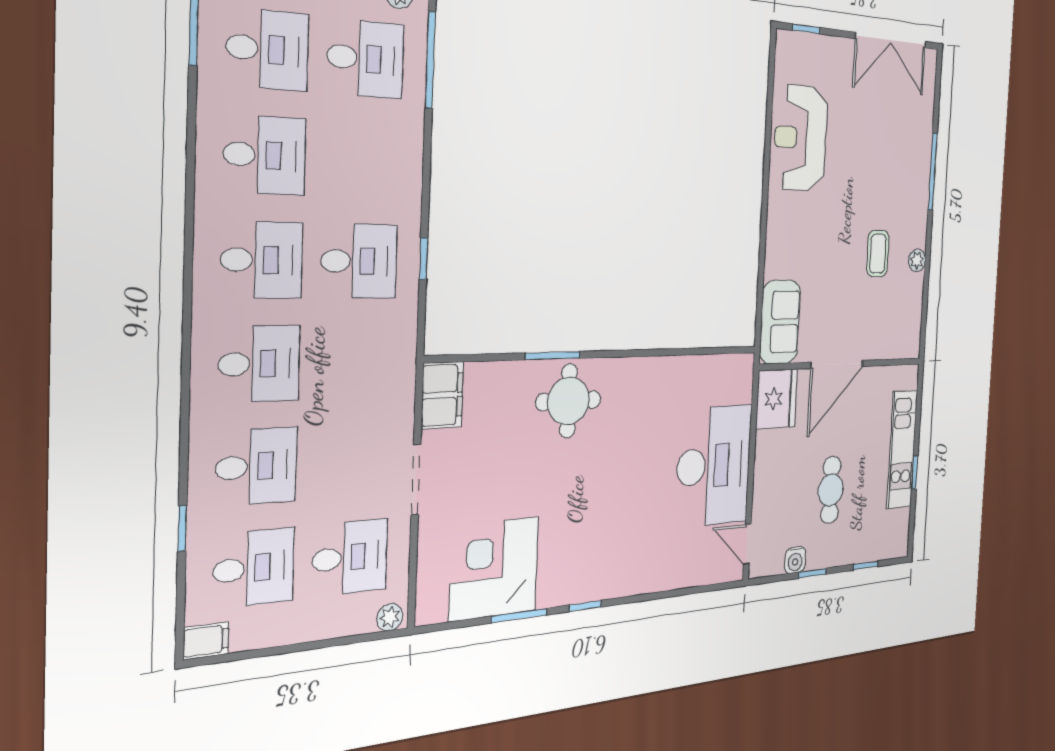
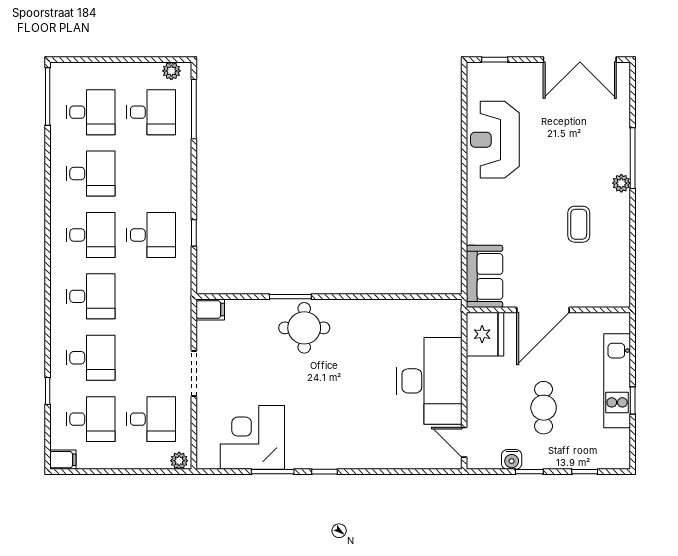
plant: (917, 260) -> (621, 183), moved
filing cabinet: (442, 395) -> (210, 309), width x0.50

